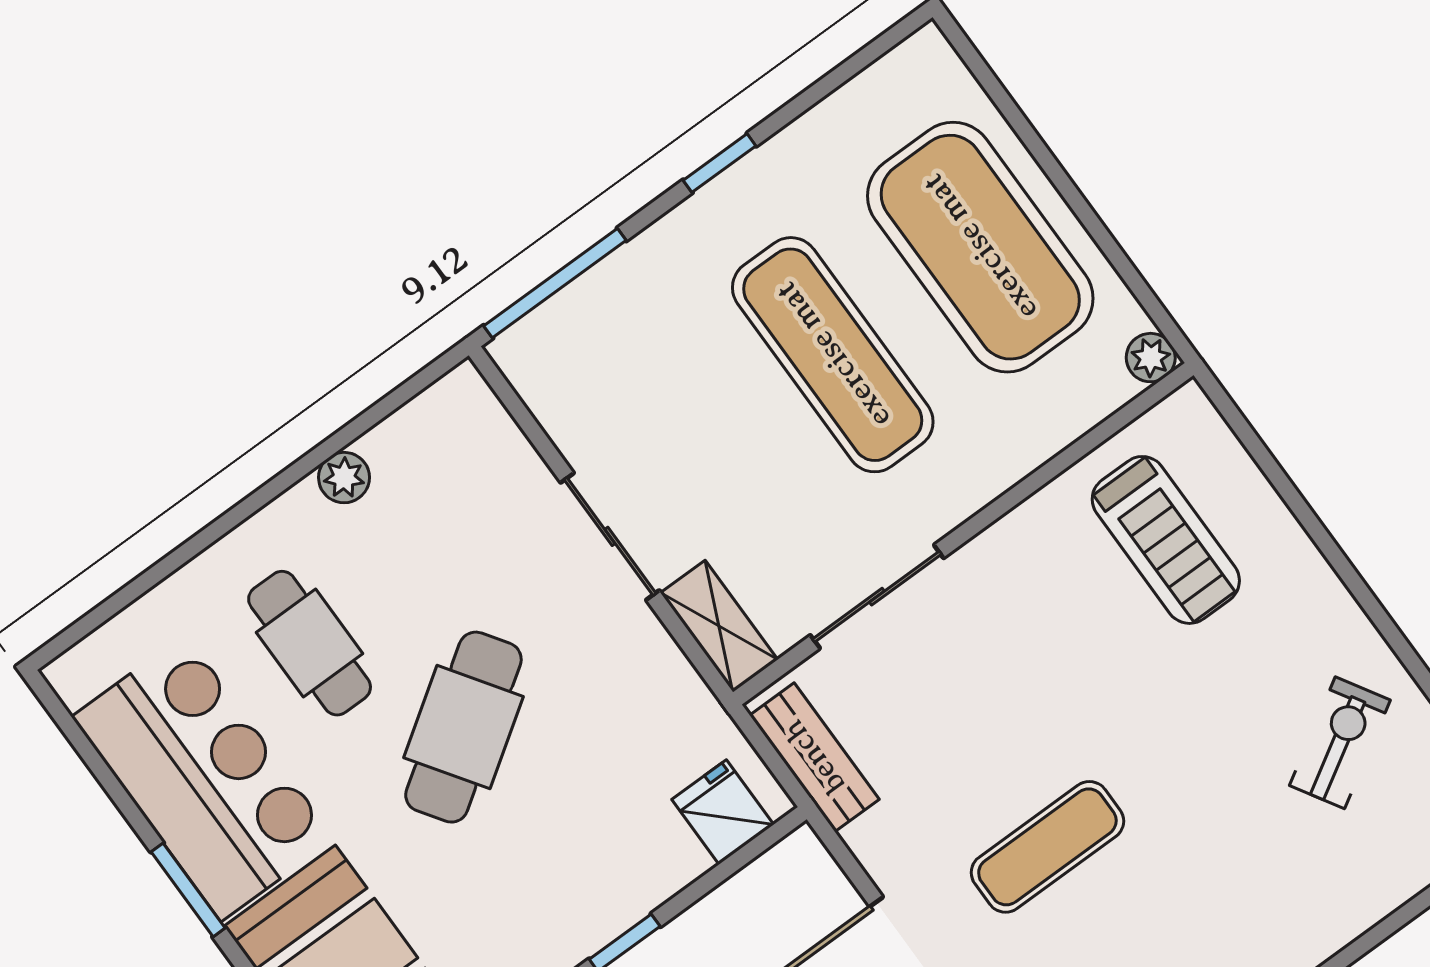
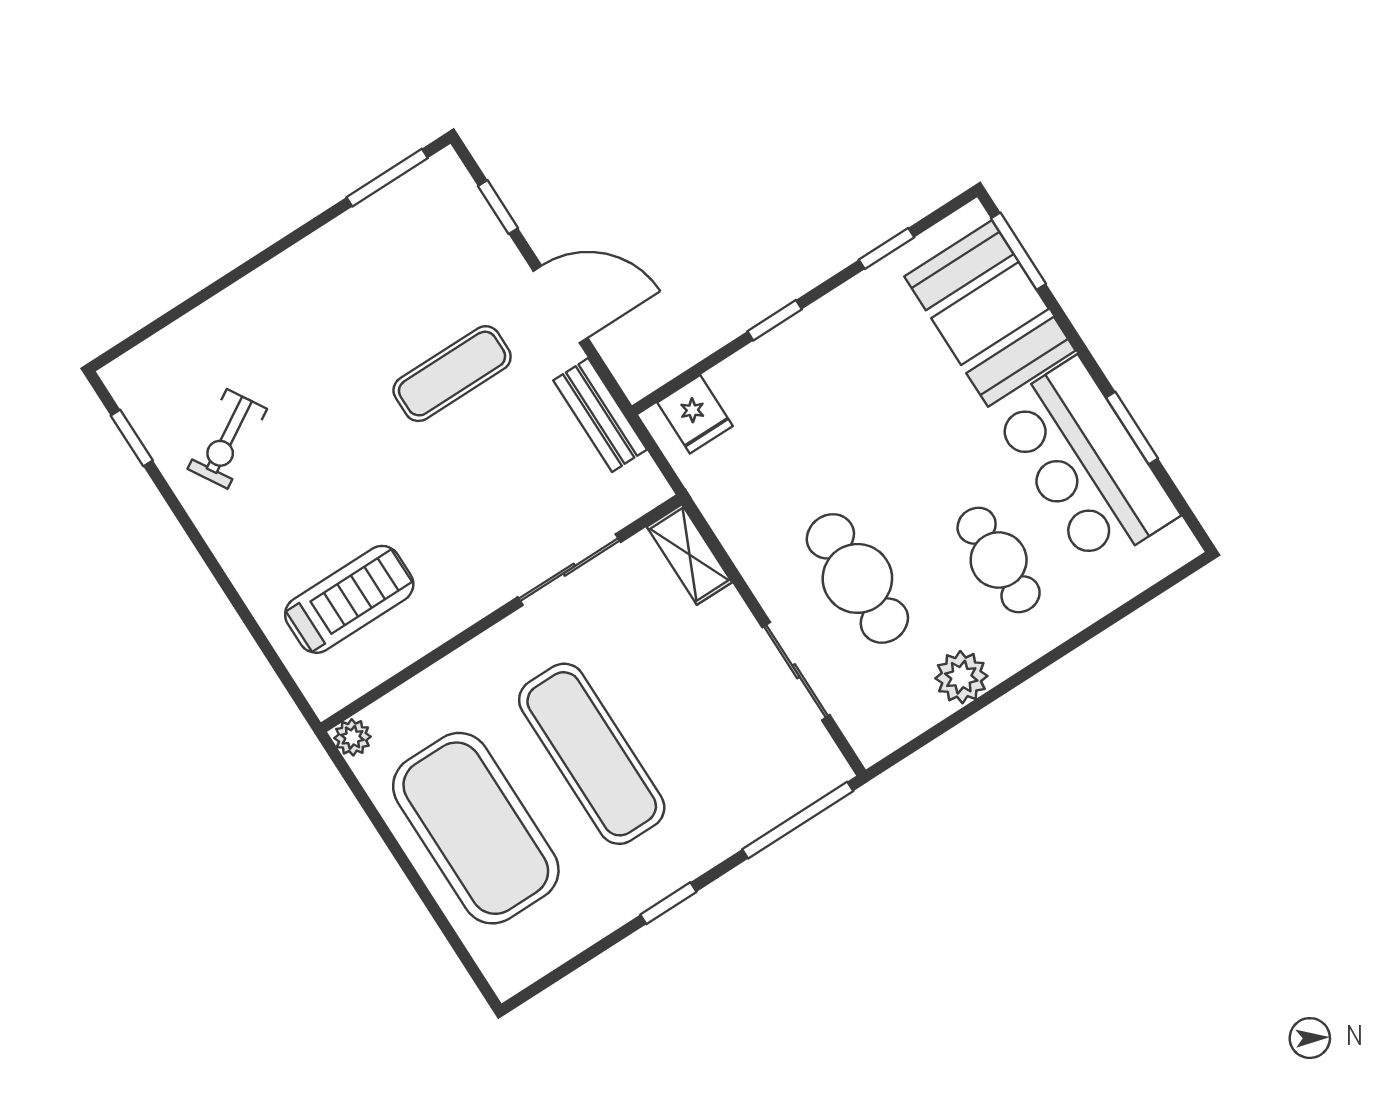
plant: (344, 478) -> (961, 677), width x1.38, depth x1.38
sliding door: (610, 536) -> (796, 671), moved
treadmill: (1166, 540) -> (349, 599), turned 90
cafe table: (463, 727) -> (857, 578), moved, turned -56
bench: (814, 757) -> (600, 415), moved
window: (188, 890) -> (1132, 428), moved

